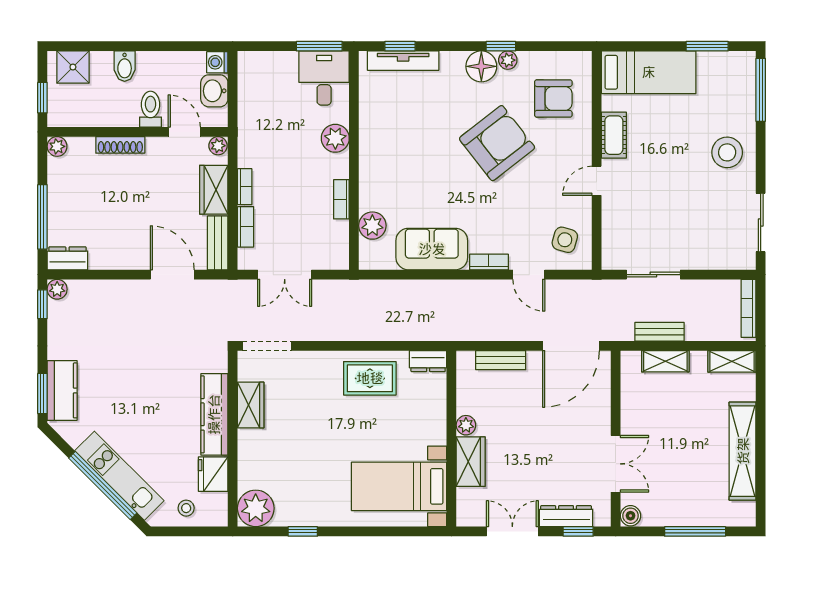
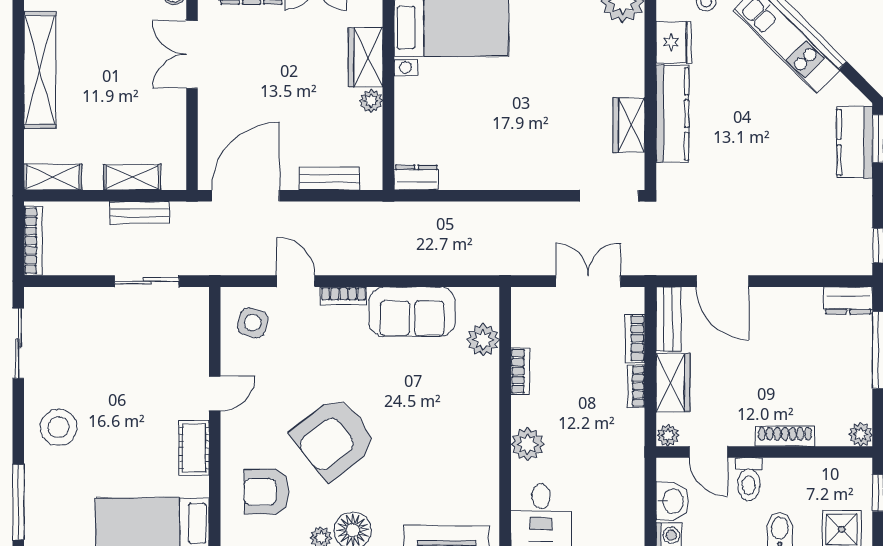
plant: (57, 289) -> (861, 263), removed
rug: (370, 378) -> (486, 157), removed

